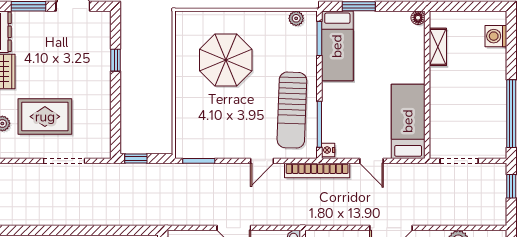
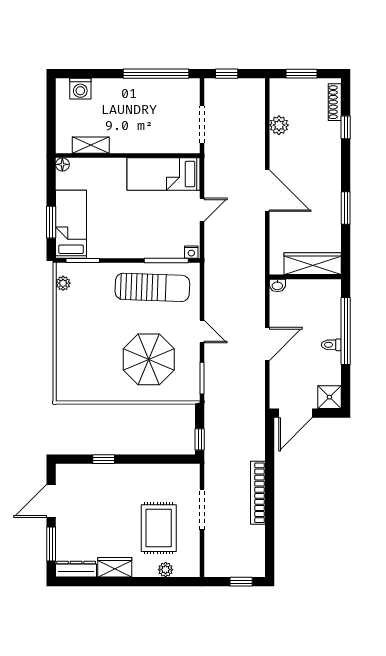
bed: (337, 46) -> (71, 224), moved, turned -90
parasol: (226, 60) -> (149, 359), moved
door: (262, 161) -> (202, 331), moved
bookcase: (317, 171) -> (258, 493), moved, turned 180

